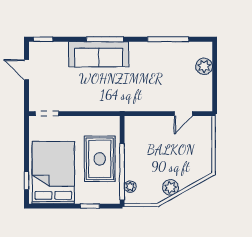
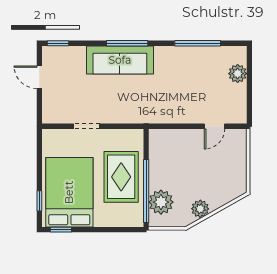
doorway: (47, 114) -> (87, 126), moved
plant: (130, 187) -> (161, 202), width x1.88, depth x1.88
window: (90, 206) -> (61, 230), moved

